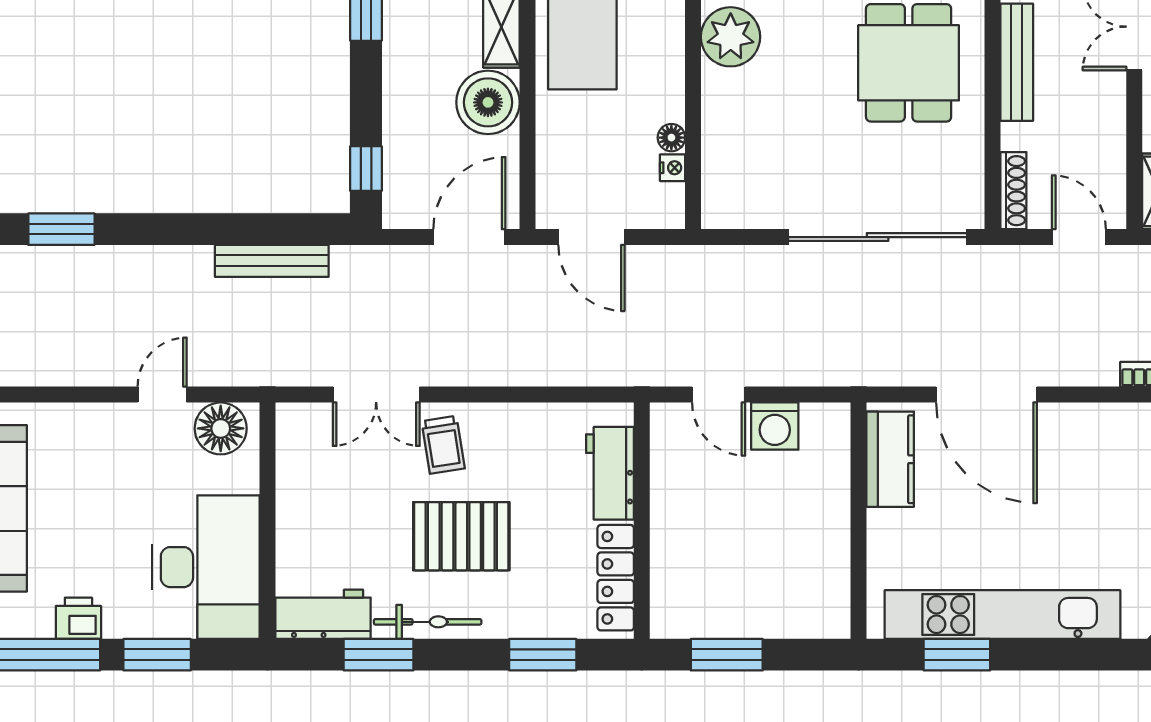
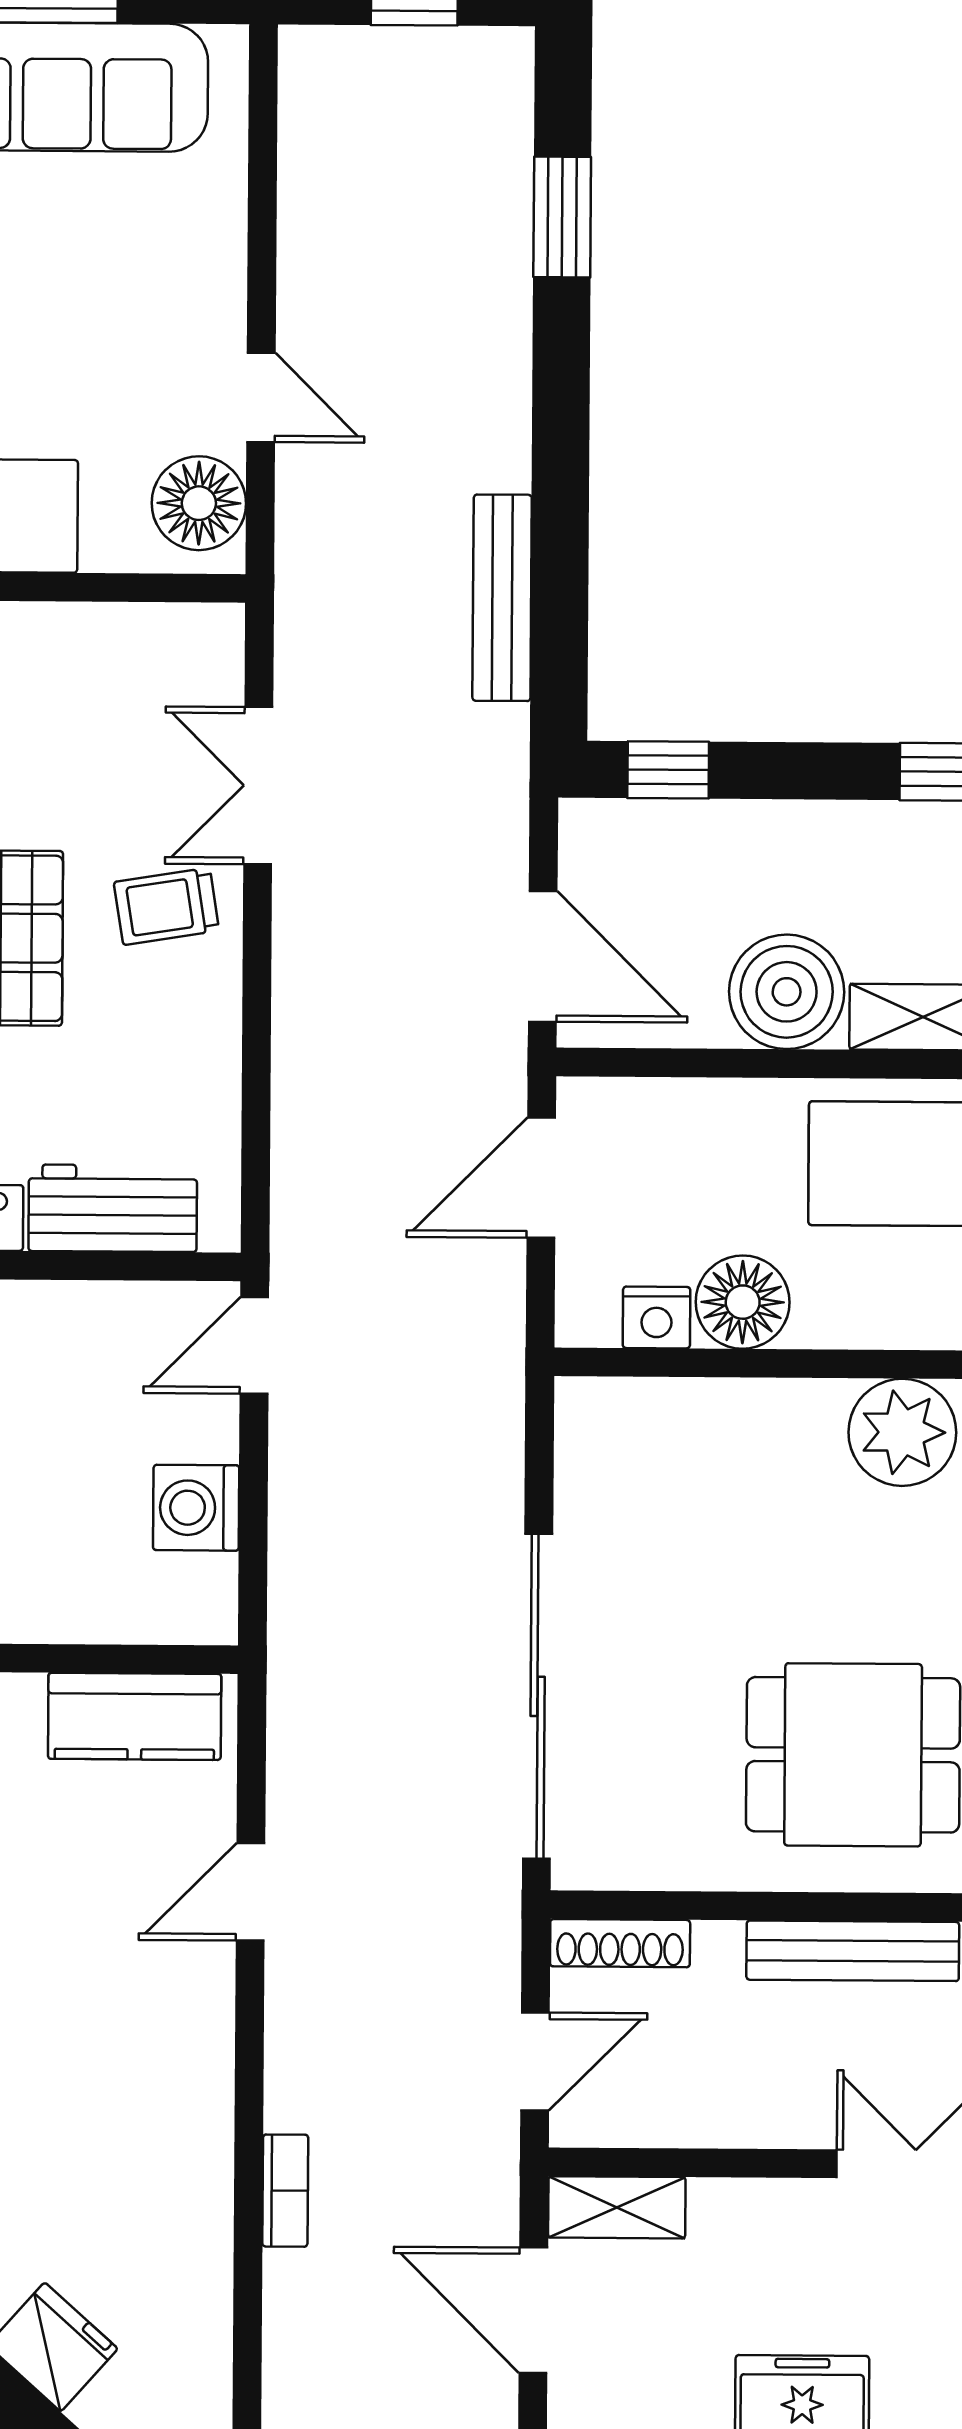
floor lamp: (671, 138) -> (743, 1302), width x1.89, depth x1.89
nightstand: (673, 168) -> (656, 1317), width x1.39, depth x1.35
door: (719, 395) -> (254, 1345), moved
door: (987, 395) -> (251, 1892), width x0.53

